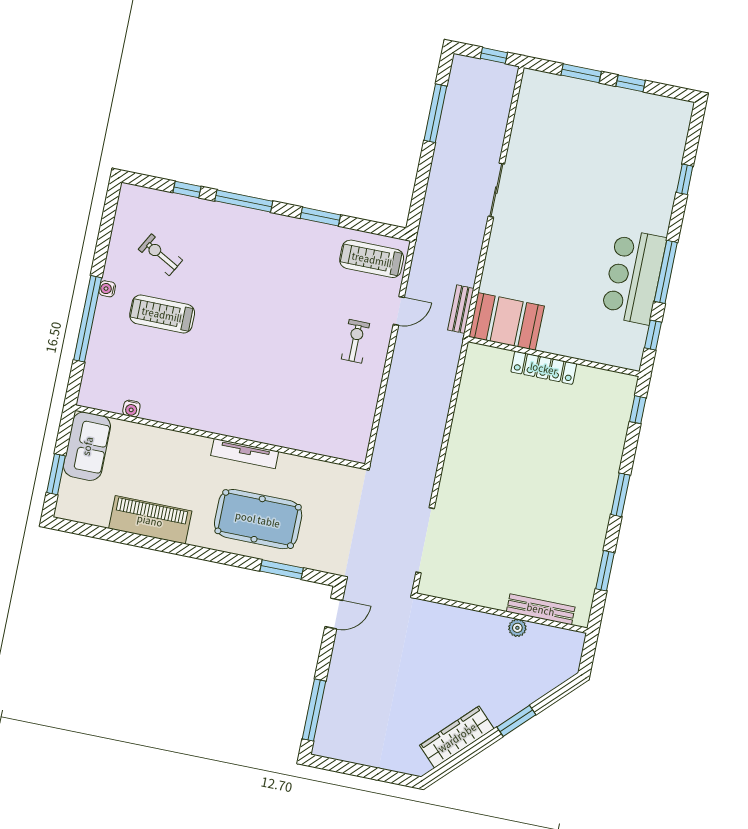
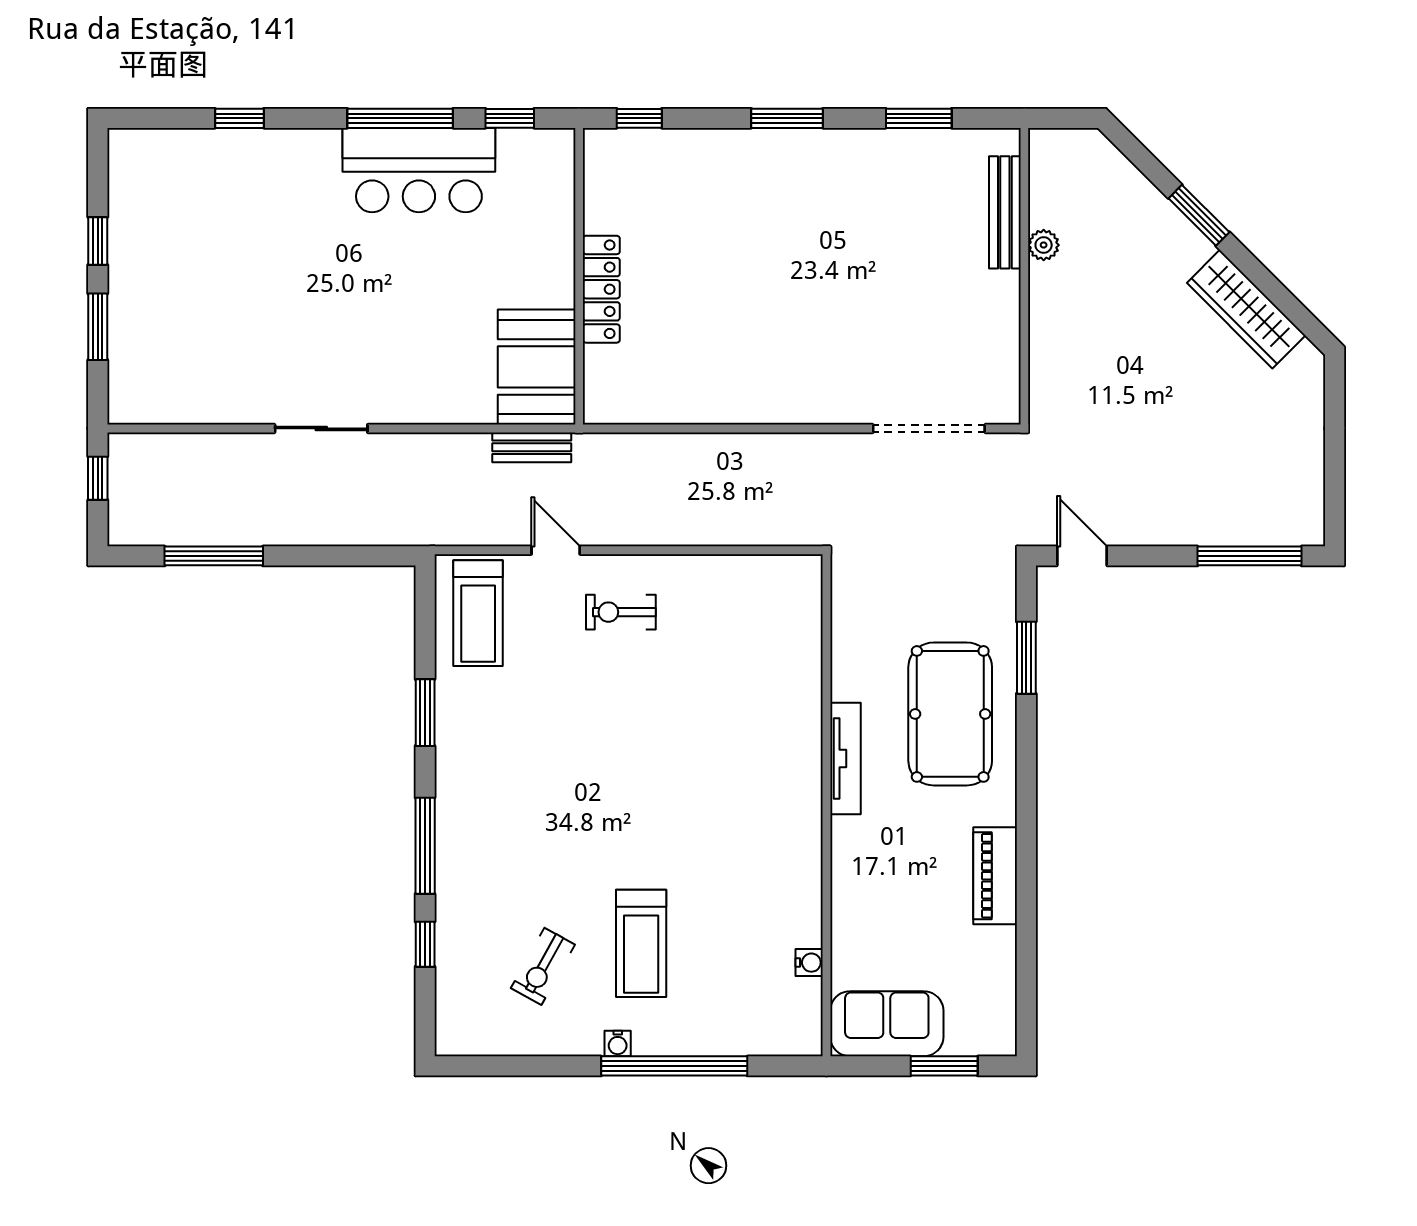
piano: (150, 520) -> (995, 876), width x0.73, depth x0.75

